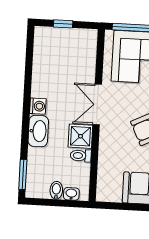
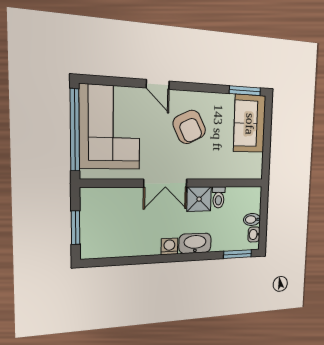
window: (63, 24) -> (76, 228), width x1.50
washbasin: (71, 194) -> (254, 234), moved

